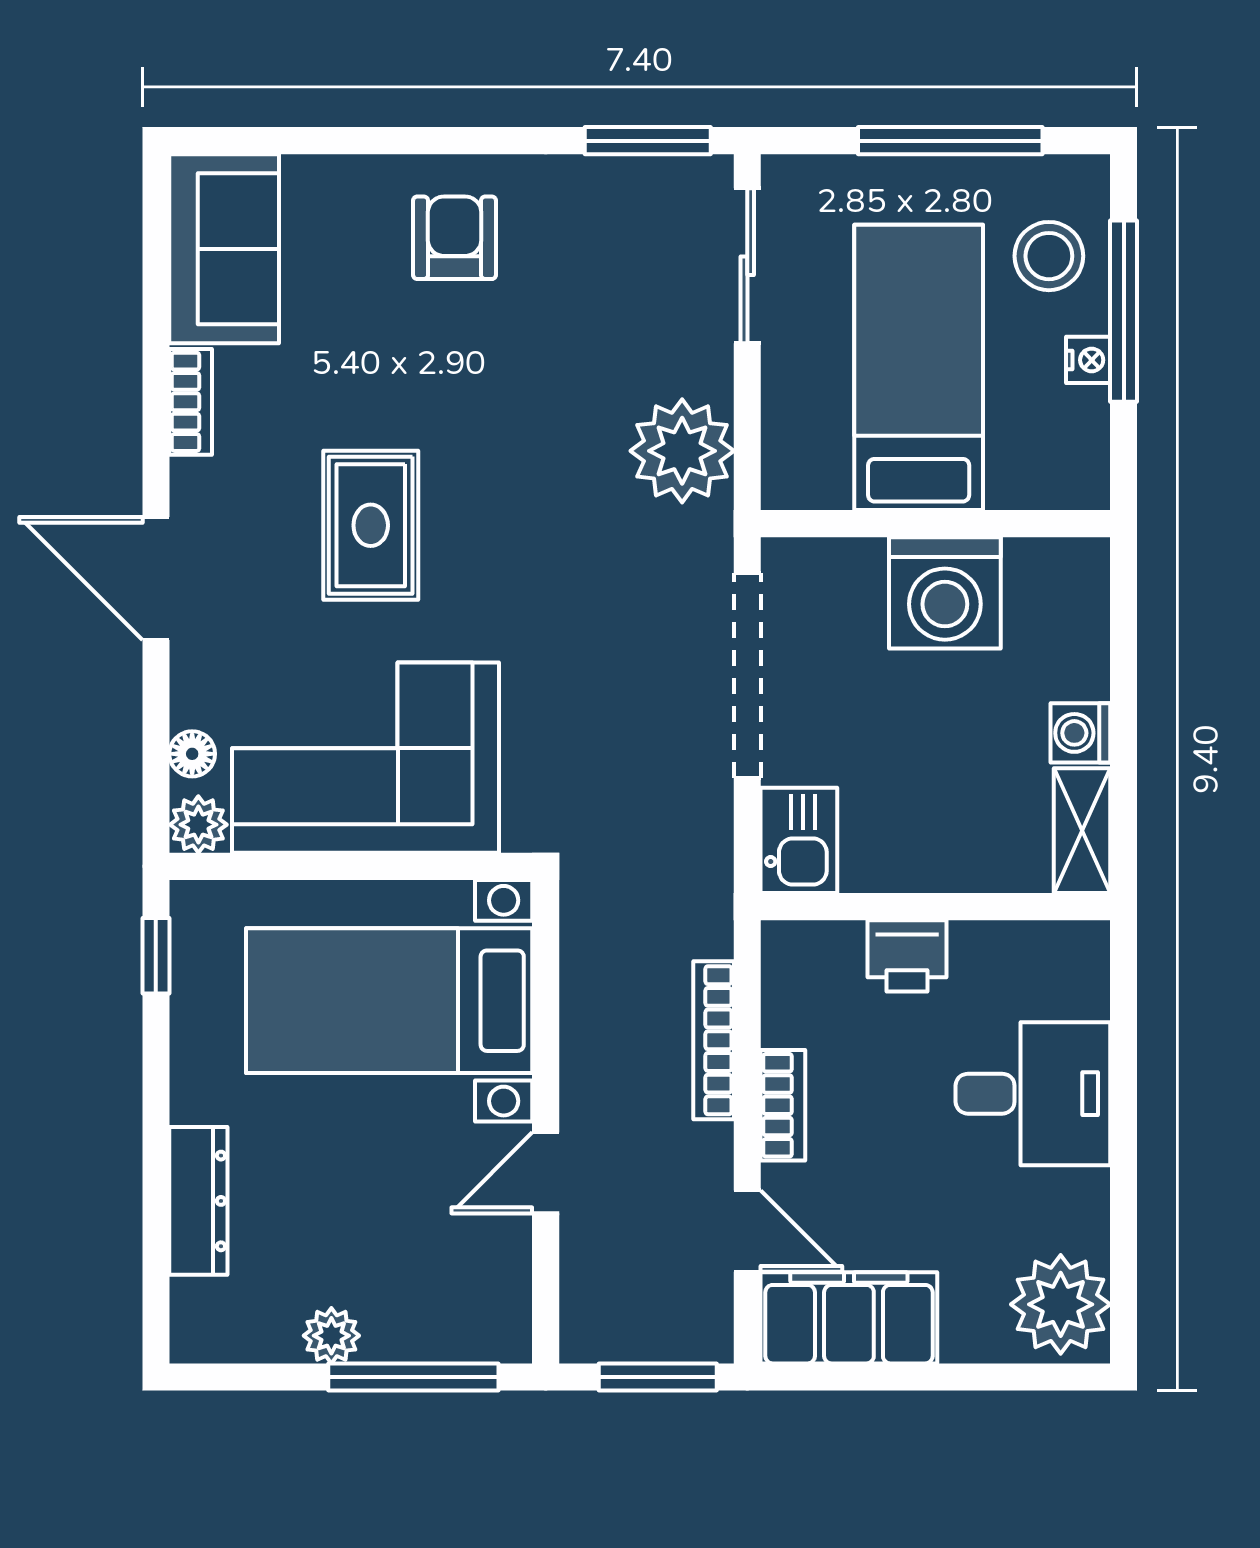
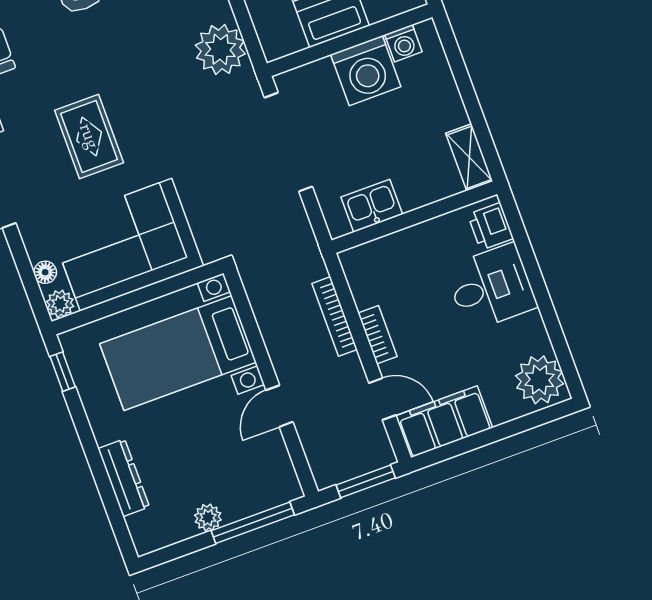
washing machine: (1080, 733) -> (403, 43), moved, turned -90
kitchen sink: (799, 840) -> (372, 206), moved, turned -90
printer: (907, 956) -> (491, 226), moved, turned 90

